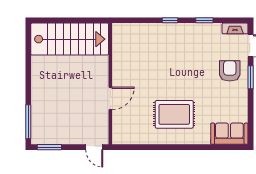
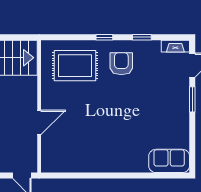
armchair: (230, 71) -> (121, 64), moved
rug: (174, 114) -> (75, 66), moved

